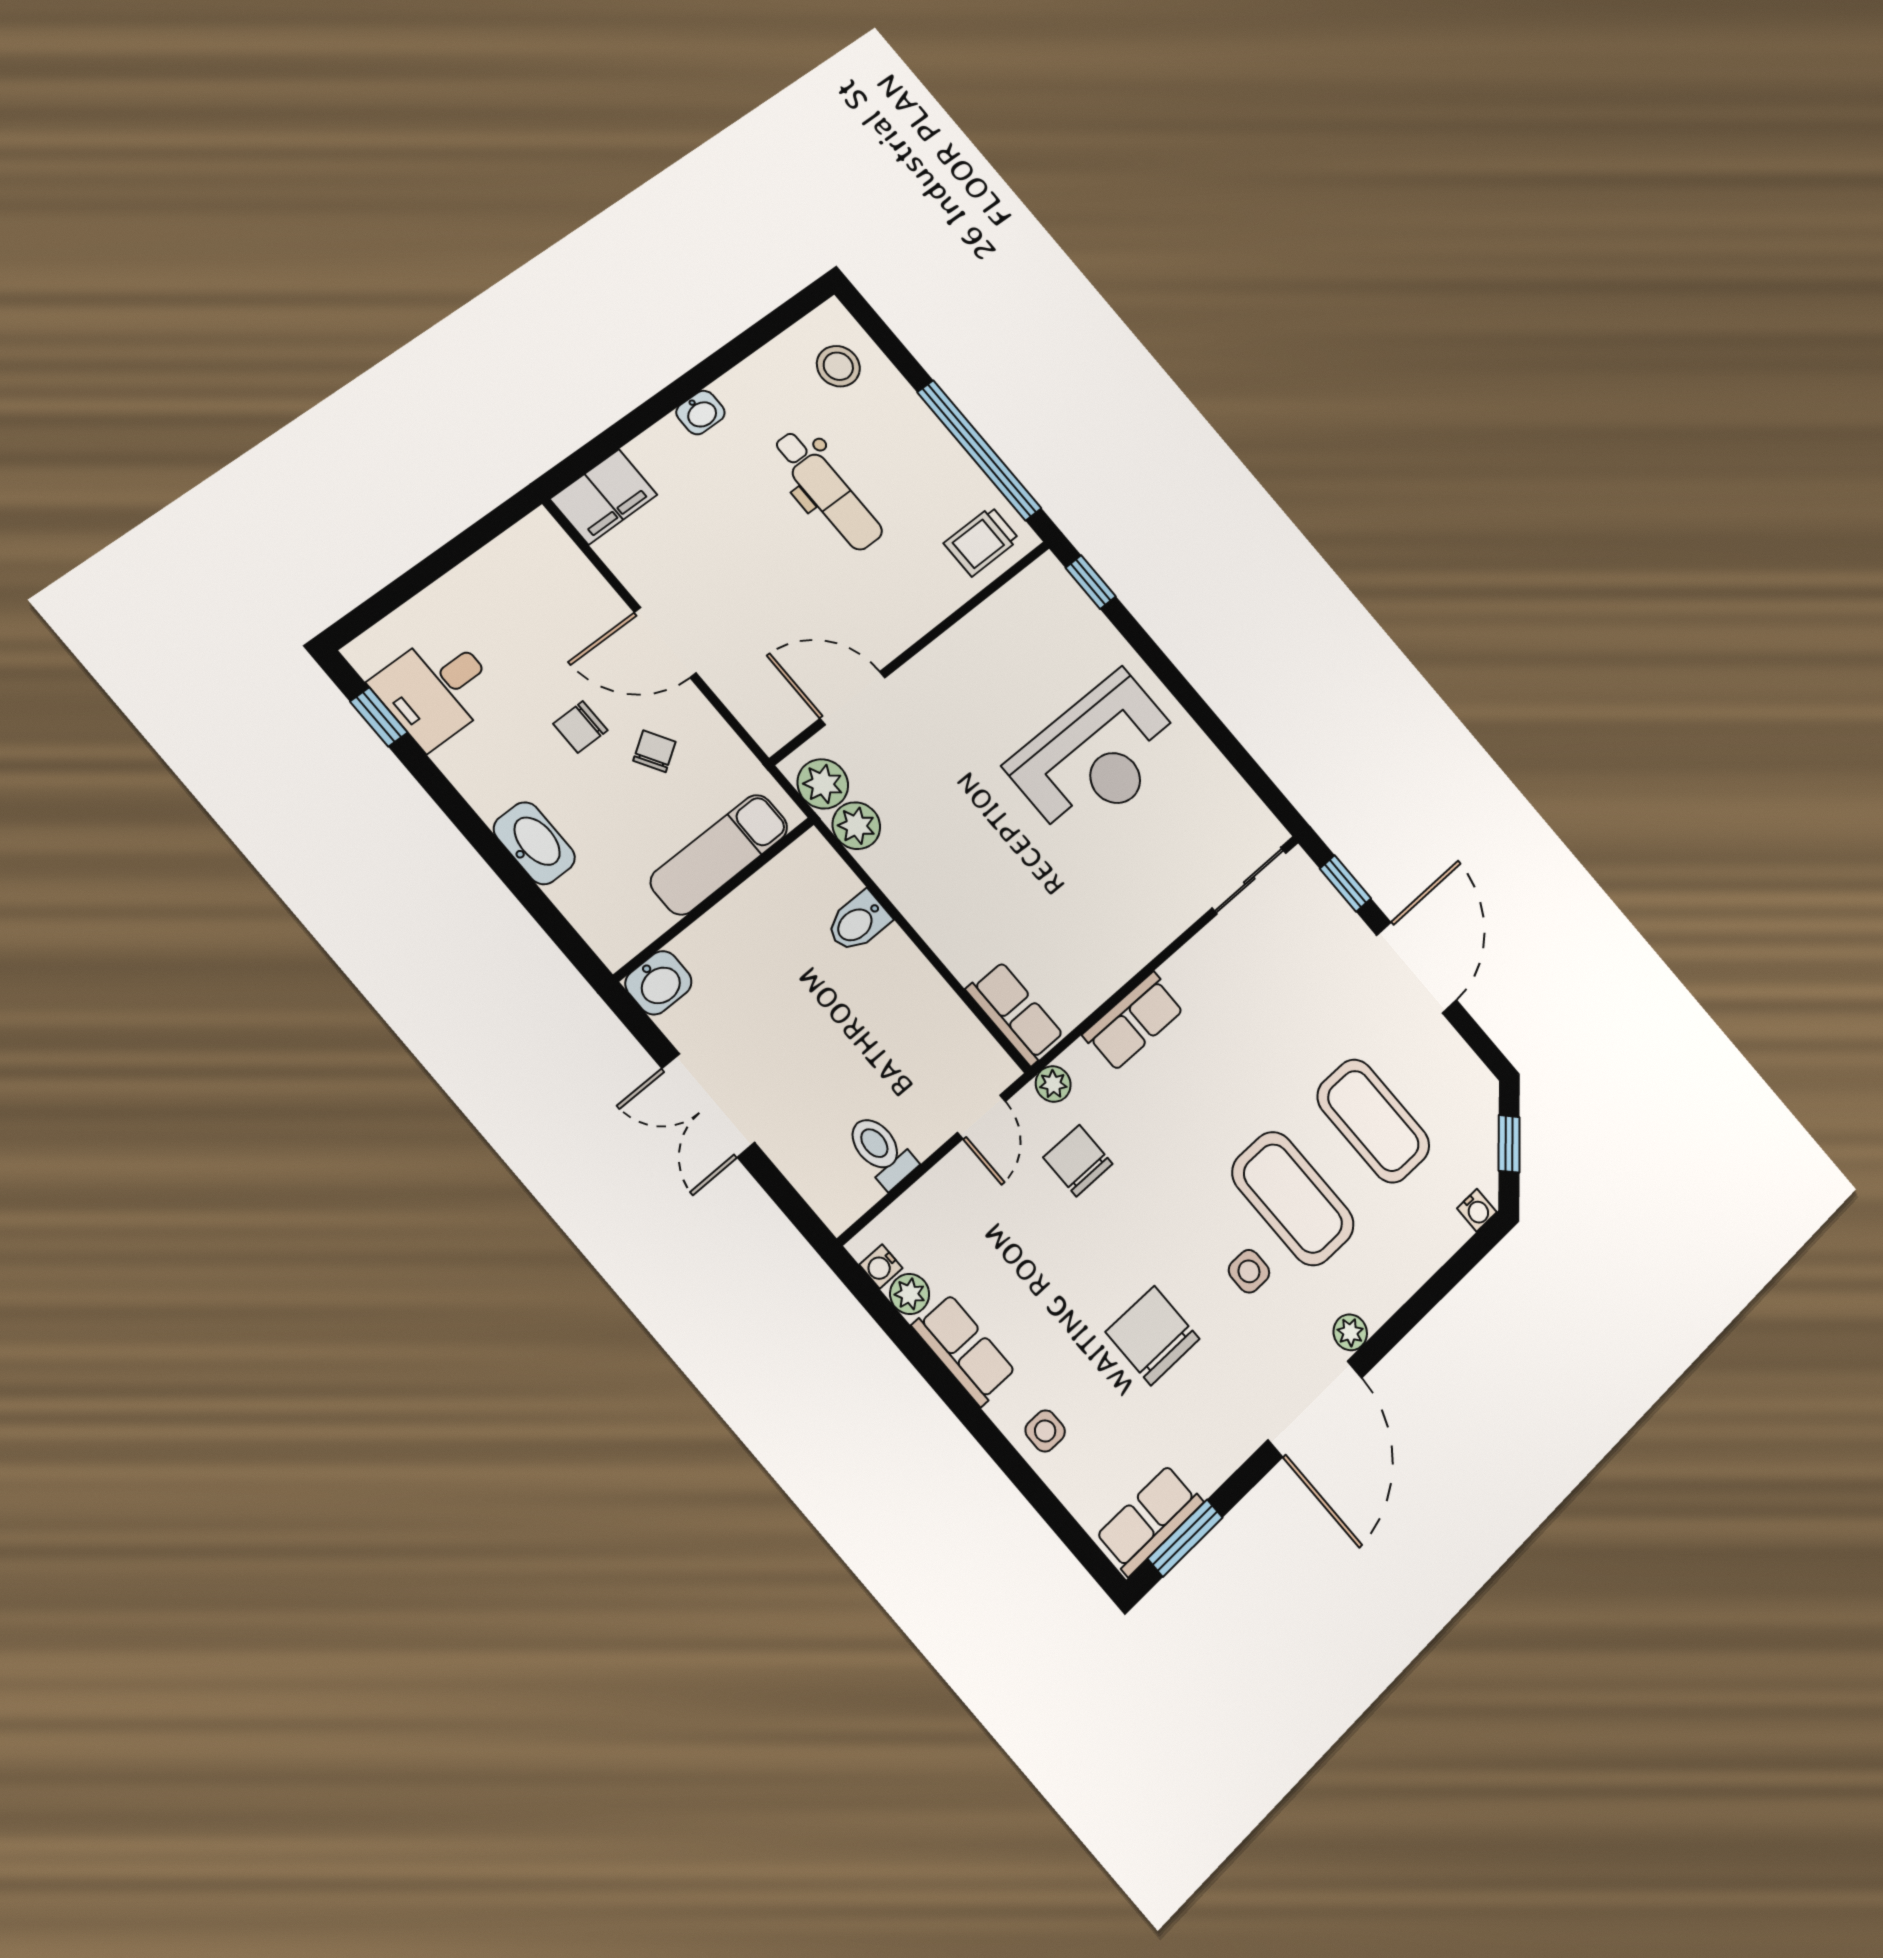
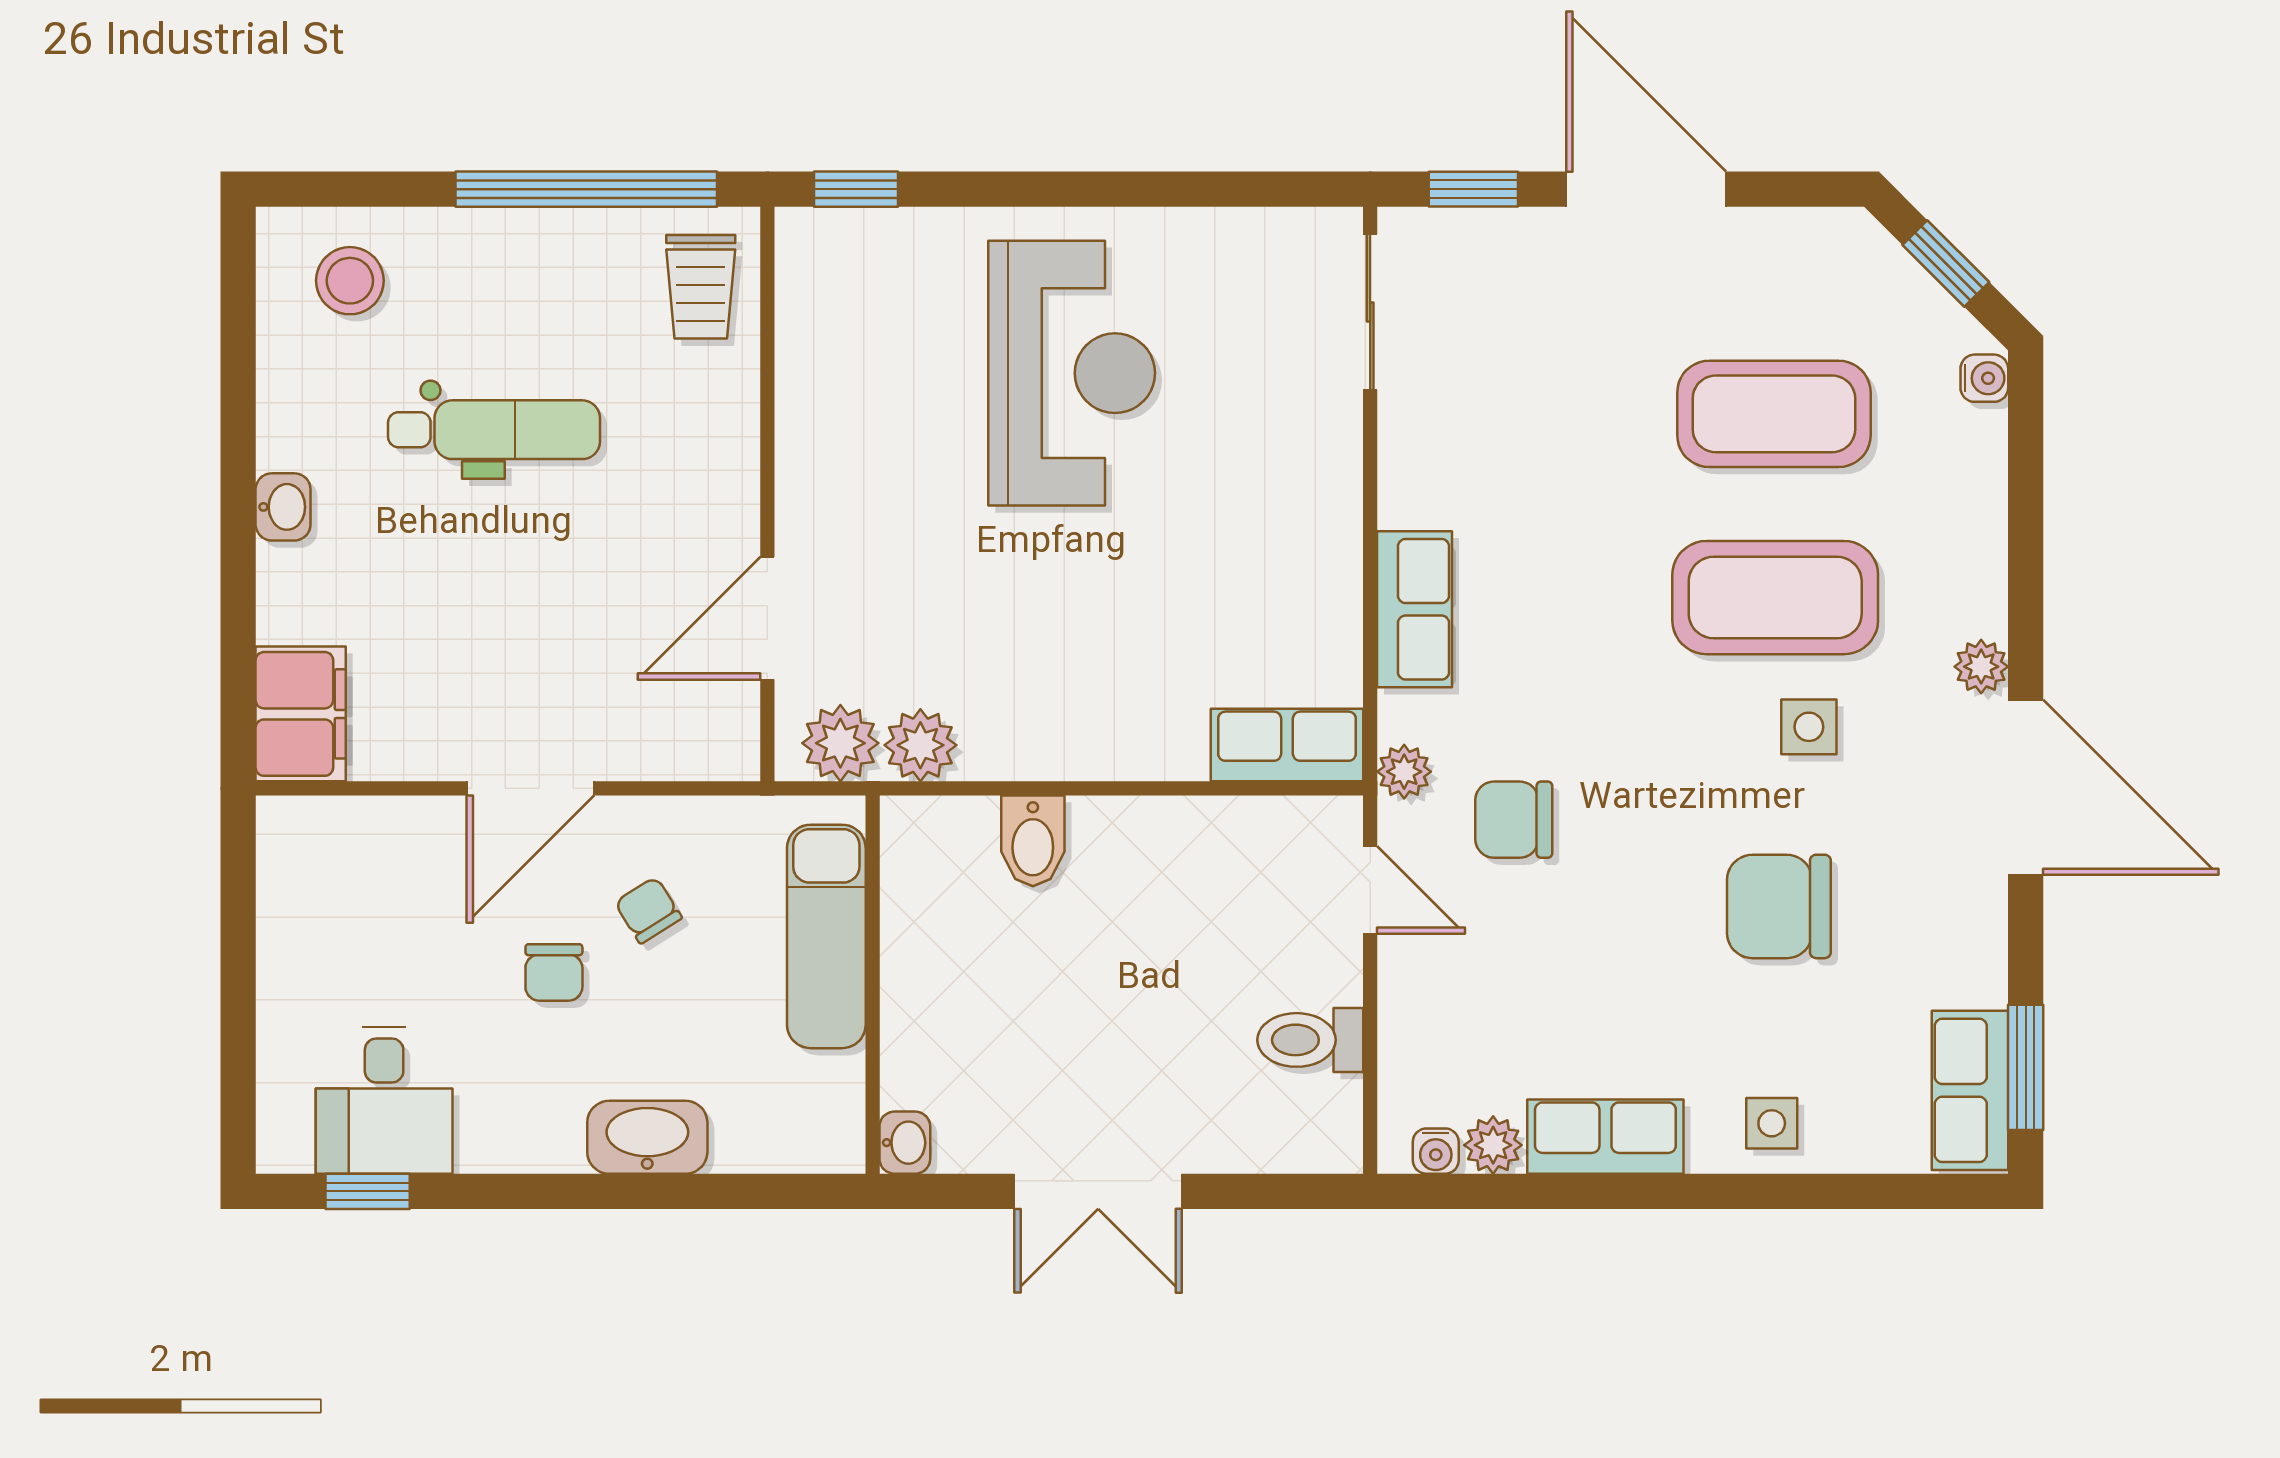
washbasin: (658, 983) -> (905, 1143), width x0.72, depth x0.69

